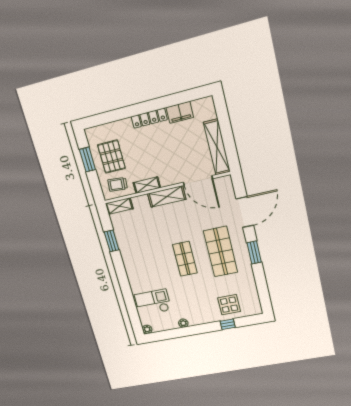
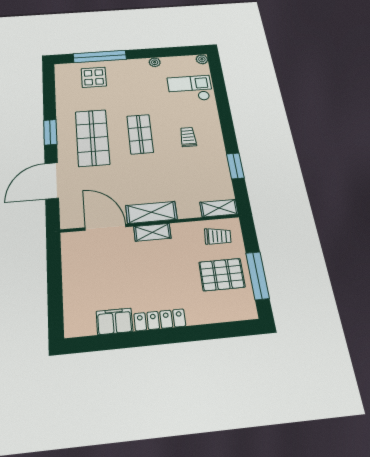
shelving: (217, 147) -> (72, 267), removed
pallet: (111, 157) -> (222, 275), turned 90
window: (88, 159) -> (257, 275), width x1.44
shelving: (147, 185) -> (152, 232), moved
trolley: (149, 260) -> (188, 137), added
checkout: (153, 302) -> (190, 89), turned 180
window: (228, 324) -> (100, 57), width x3.17

